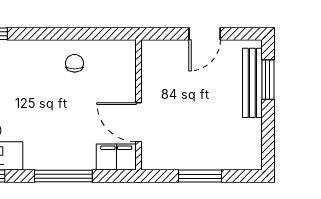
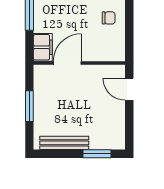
door: (205, 34) -> (129, 89), moved
bench: (252, 83) -> (64, 143), moved

